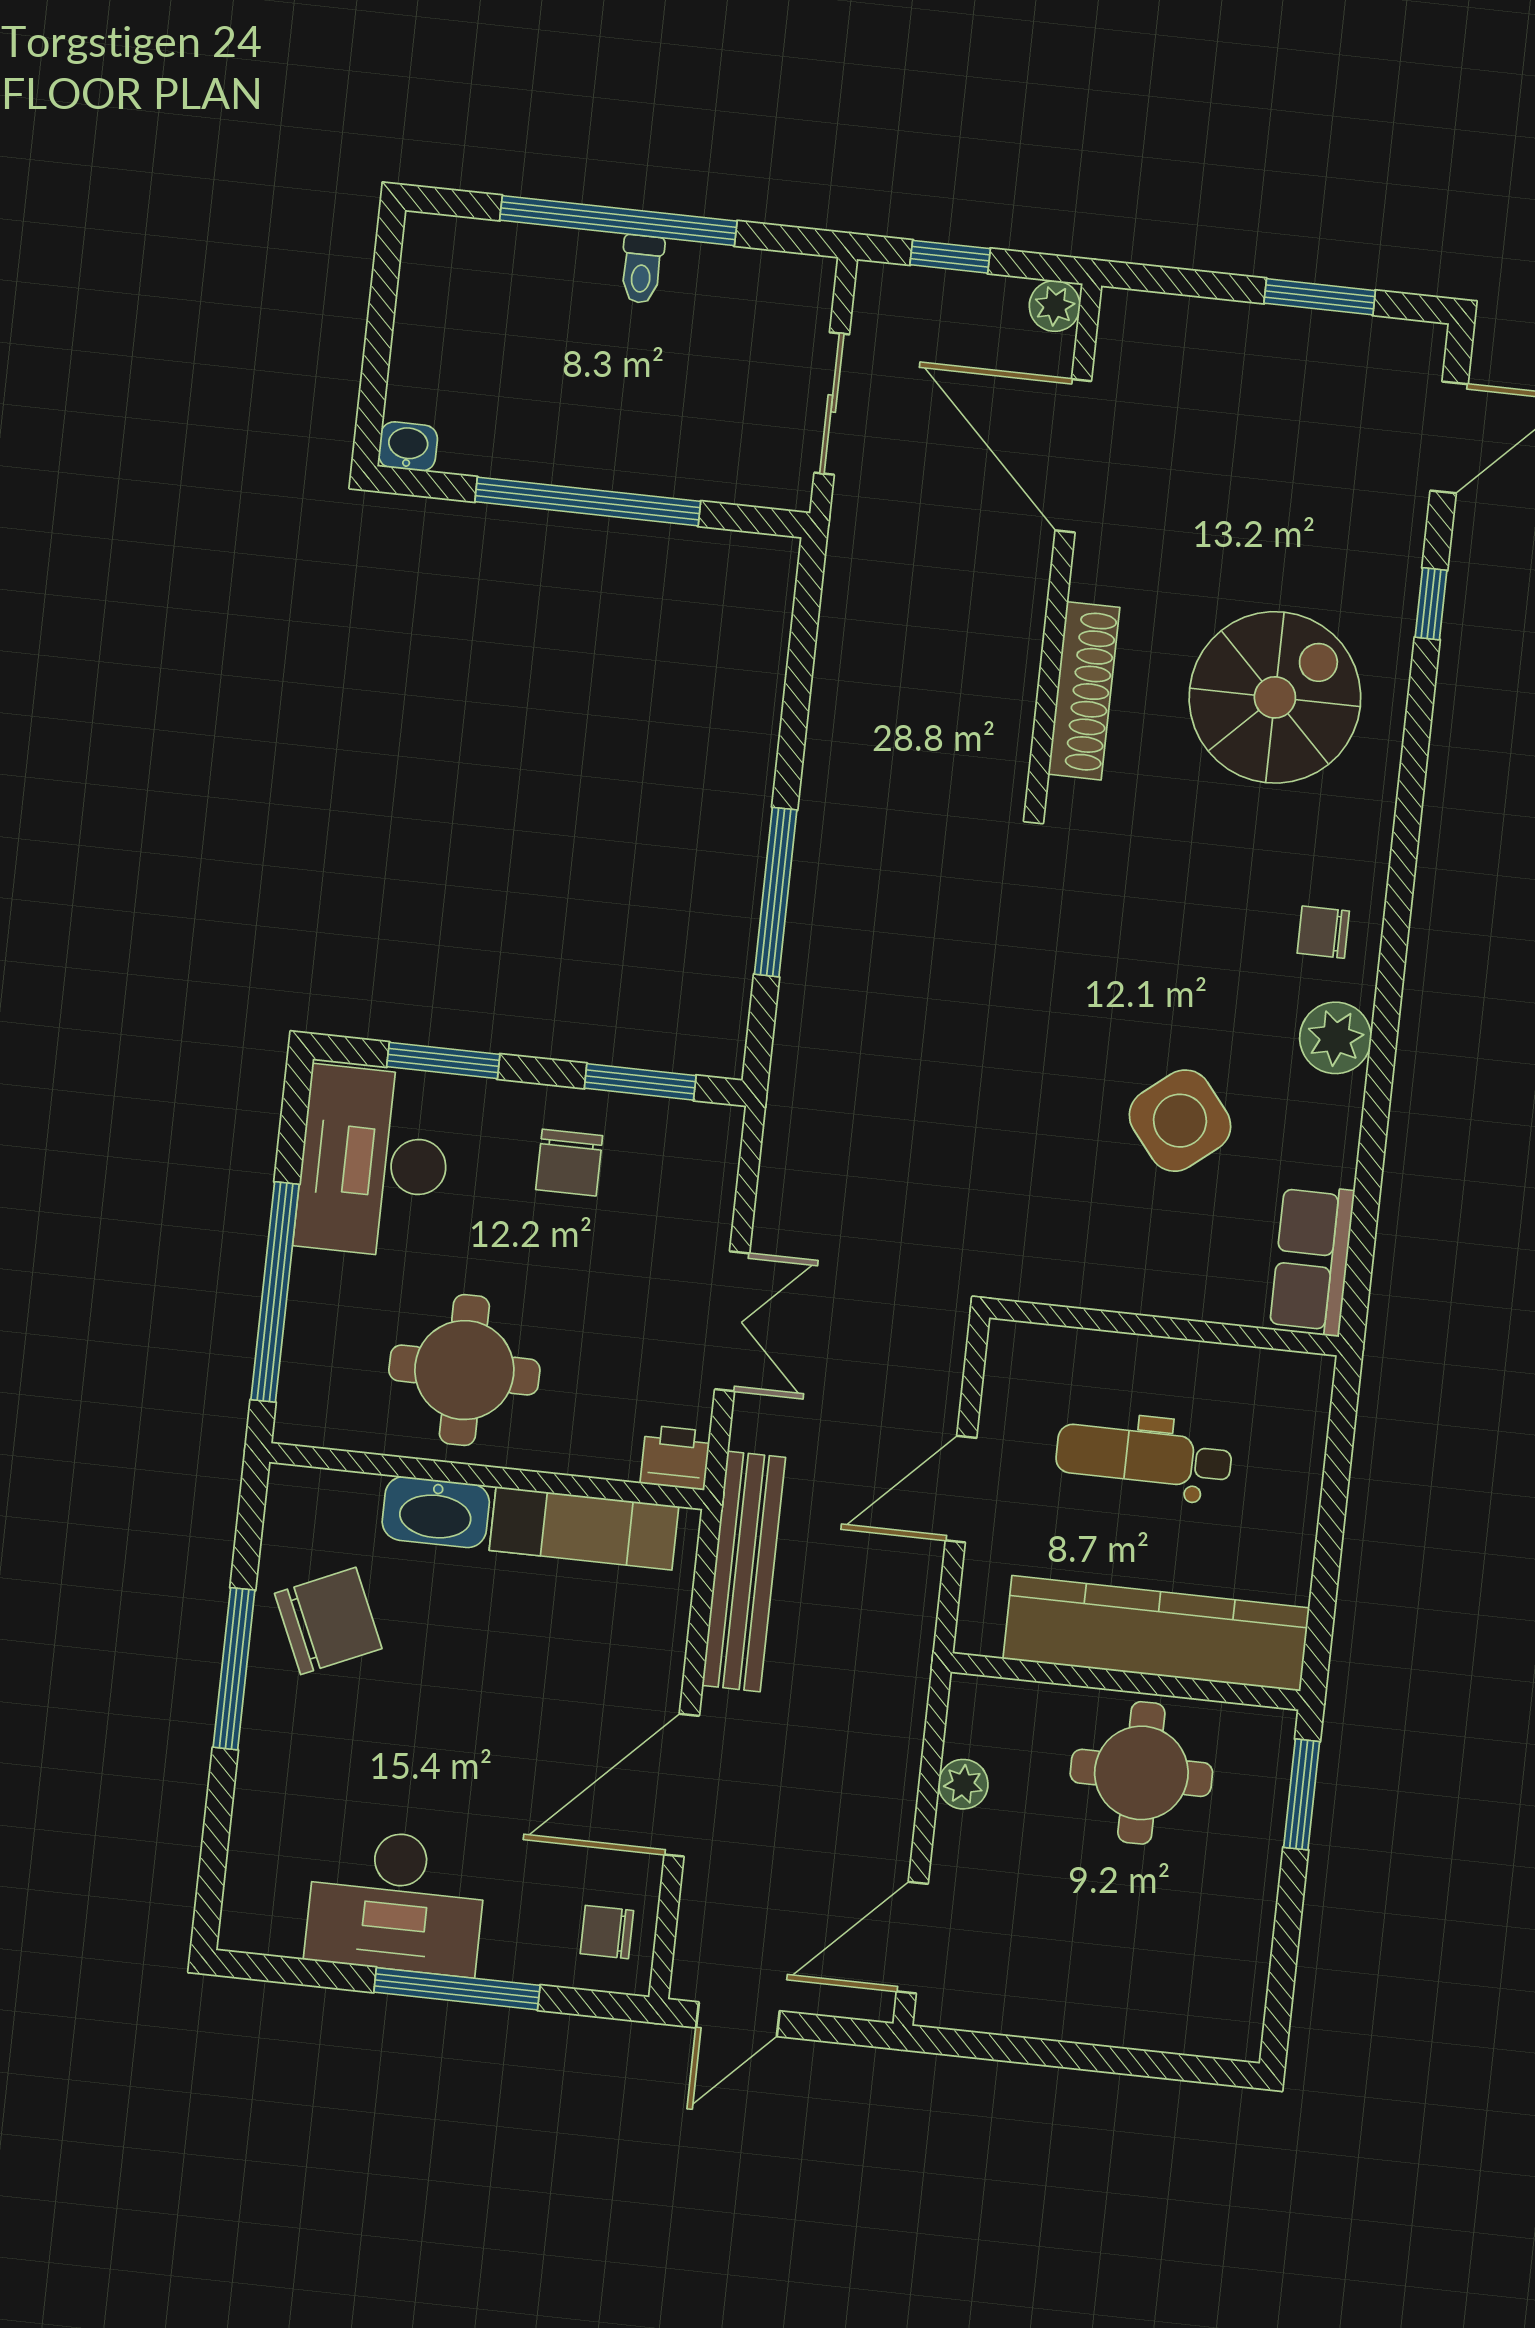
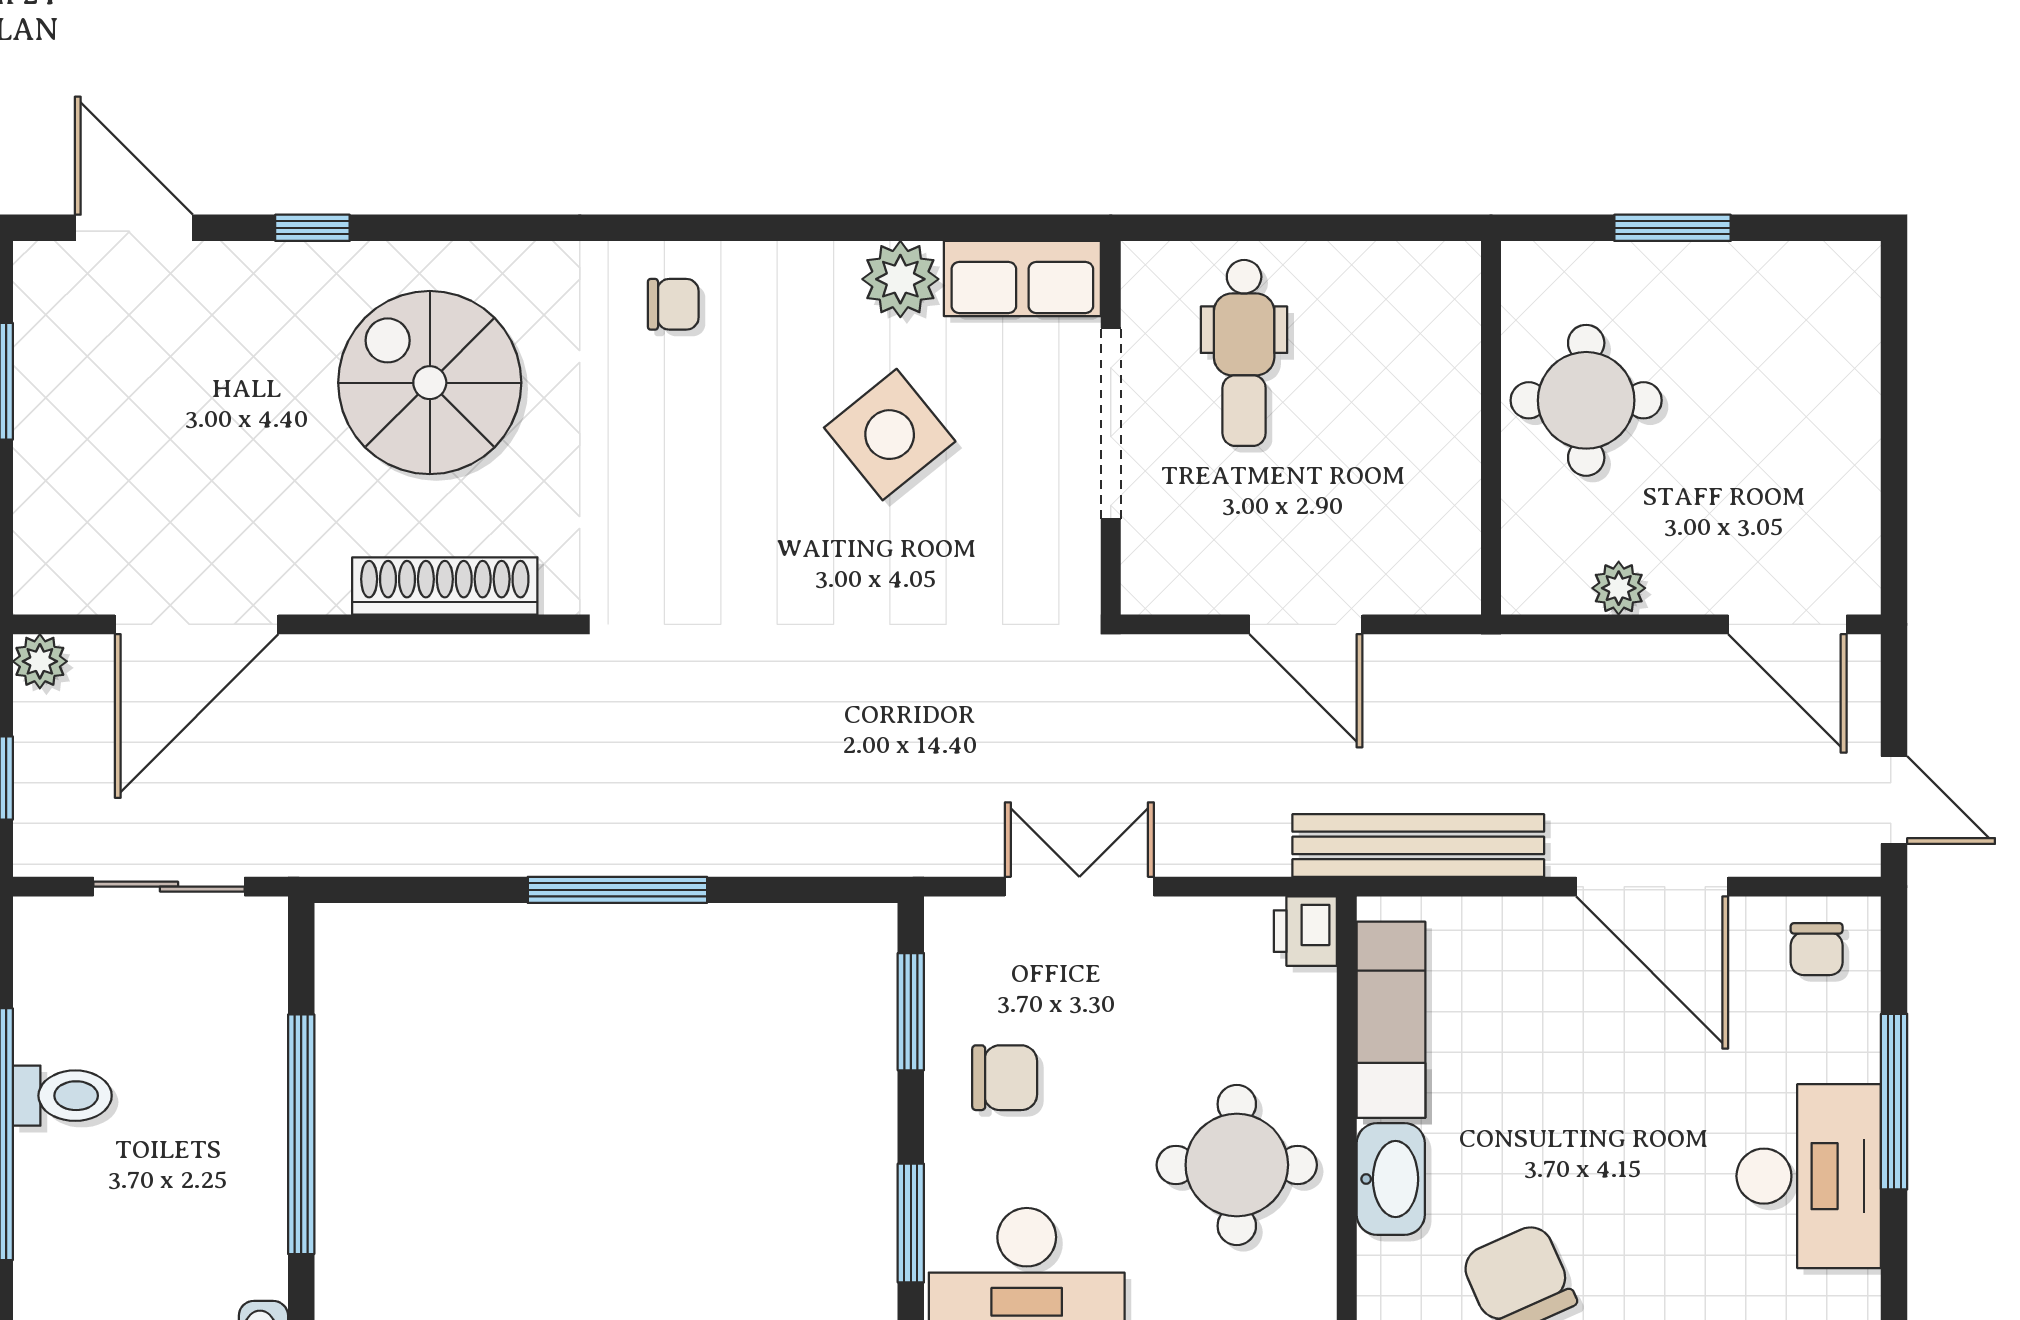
toilet: (642, 269) -> (62, 1096), width x1.37, depth x1.39
window: (776, 892) -> (617, 890), moved
chair: (1323, 932) -> (673, 304), turned -90
plant: (1335, 1038) -> (900, 279), moved
double door: (732, 1321) -> (1079, 887), moved
doorway: (1168, 1328) -> (1111, 423), added
dental chair: (1144, 1456) -> (1244, 353), moved
kitchen counter: (1156, 1633) -> (1436, 401), removed
window: (1302, 1794) -> (1672, 228), moved

